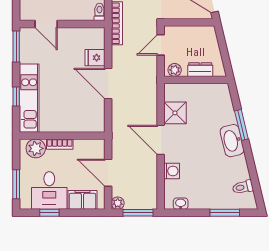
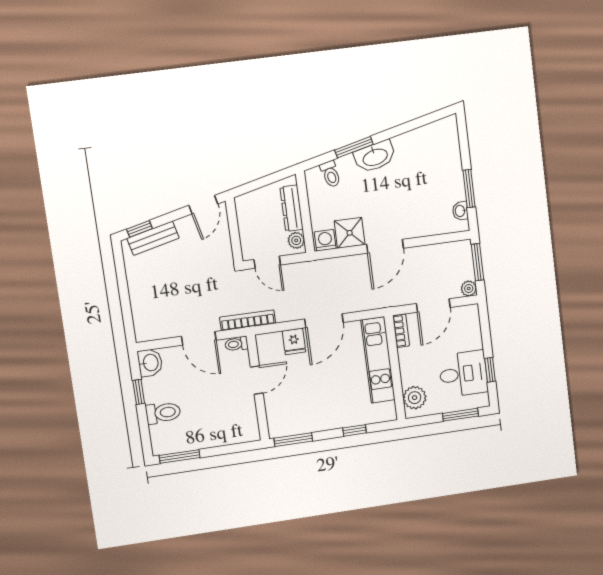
door: (46, 24) -> (257, 380), moved
dresser: (200, 70) -> (291, 208), width x1.44
kitchen unit: (29, 98) -> (378, 360), moved, turned -90
bookcase: (60, 144) -> (401, 331), moved
washing machine: (172, 171) -> (325, 240), moved
toilet: (243, 187) -> (331, 174), moved
filing cabinet: (82, 200) -> (470, 332), removed
window: (225, 213) -> (469, 189), moved

